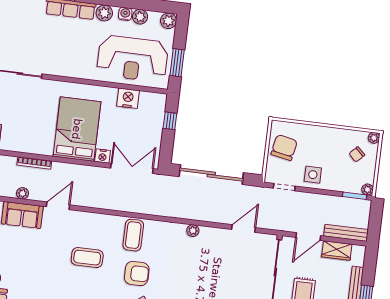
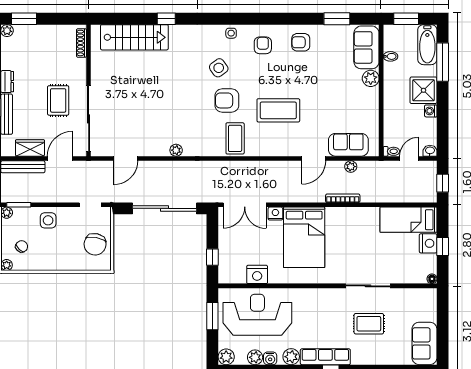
rug: (24, 36) -> (369, 324), added
side table: (313, 175) -> (48, 220), moved
coffee table: (87, 258) -> (278, 110), width x1.36, depth x1.32

